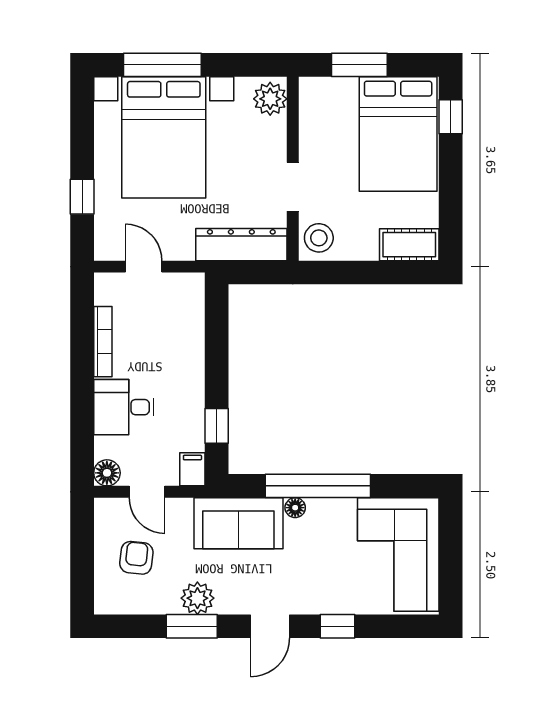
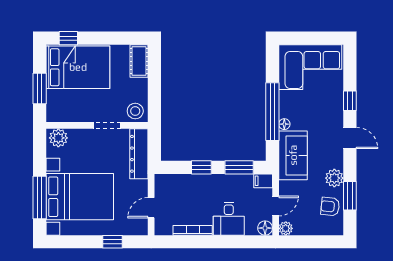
window: (217, 358) -> (201, 167), added
window: (217, 426) -> (239, 167), width x1.50
plant: (106, 510) -> (286, 228), added
armchair: (136, 558) -> (330, 207), moved
window: (192, 626) -> (350, 196), moved

